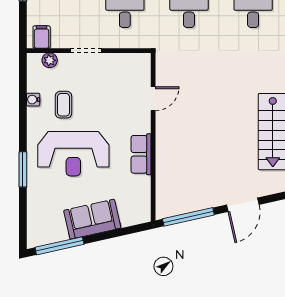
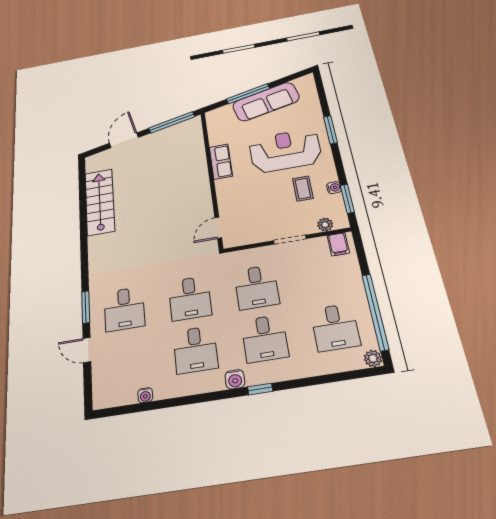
window: (23, 84) -> (347, 199), added
door: (153, 99) -> (218, 228), moved
sofa: (92, 219) -> (266, 102), width x1.36
window: (59, 246) -> (248, 94), moved

